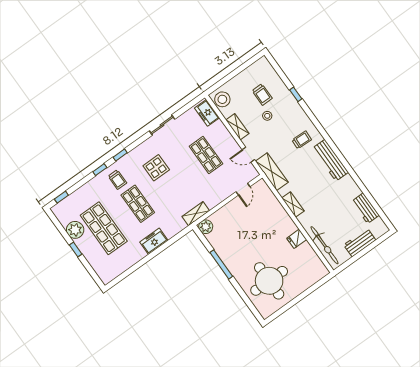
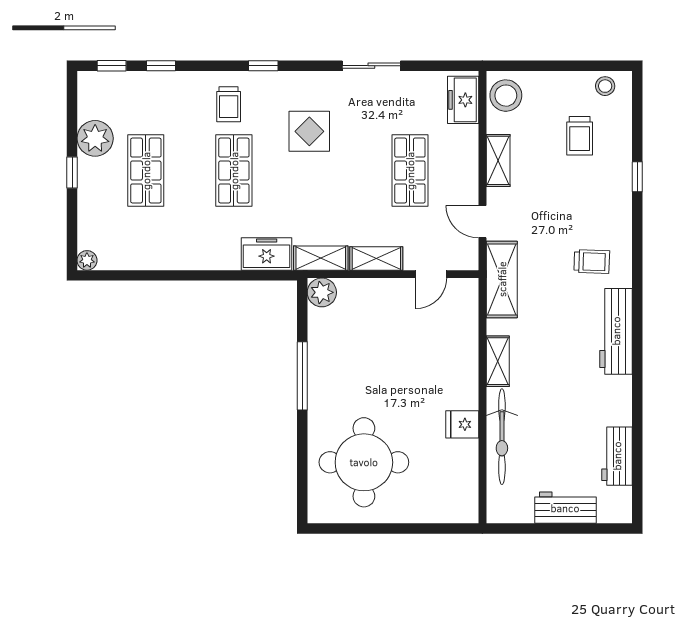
stool: (267, 116) -> (605, 86), moved
window: (100, 170) -> (161, 66), moved
shelving: (217, 198) -> (376, 258), added
shop shelf: (104, 228) -> (146, 171), width x0.70, depth x0.74
freezer: (154, 241) -> (267, 254), moved
bicycle: (325, 245) -> (502, 437), moved
plant: (106, 279) -> (87, 260), added

